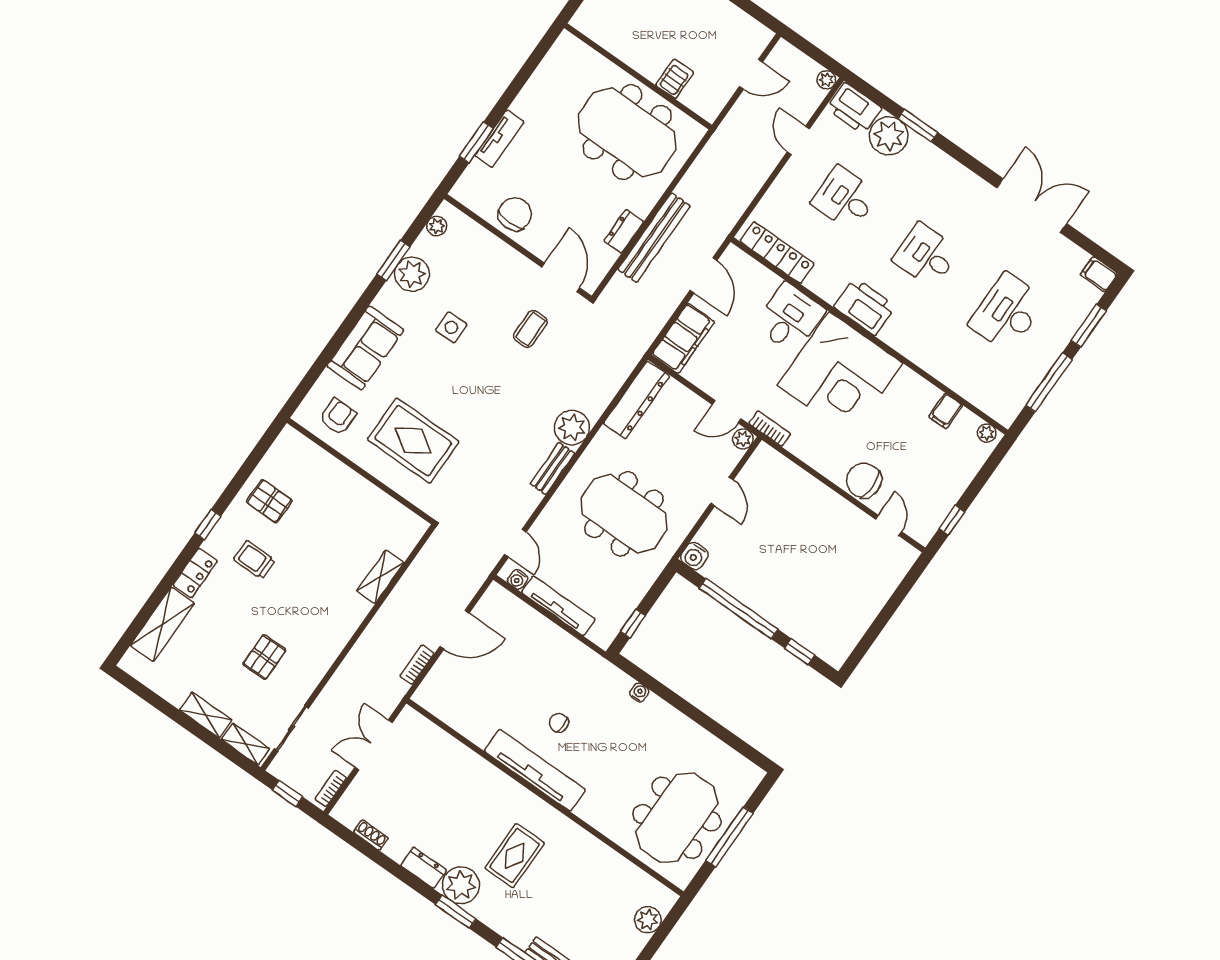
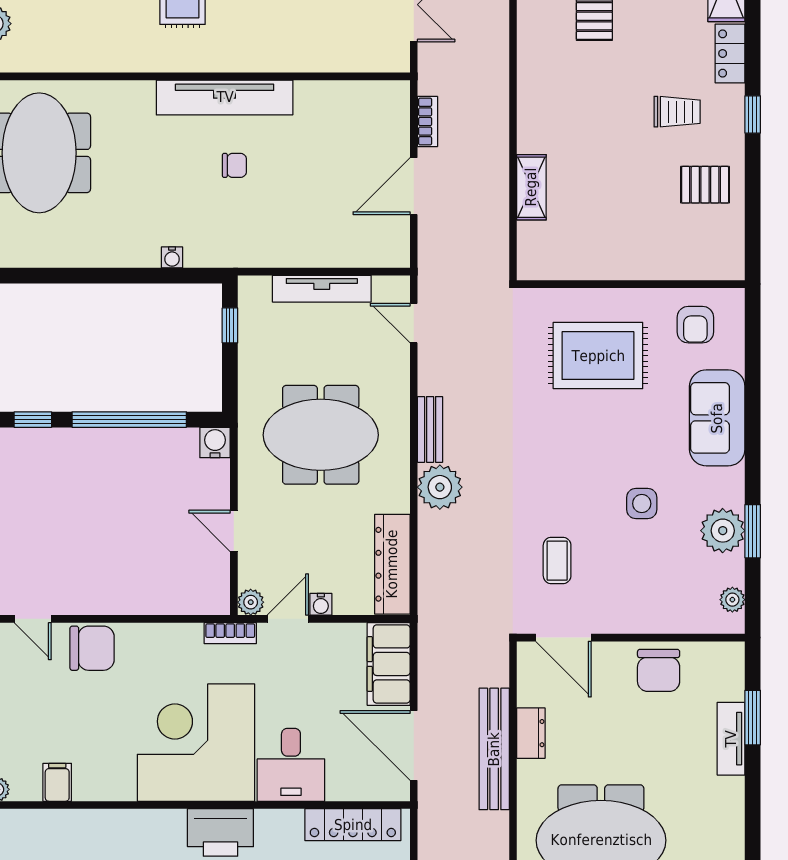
door: (703, 276) -> (414, 746), width x1.36
water cooler: (518, 579) -> (321, 604), moved, turned 180

